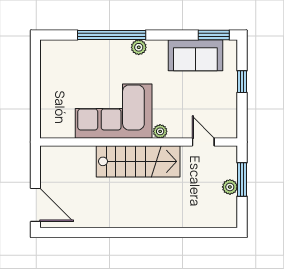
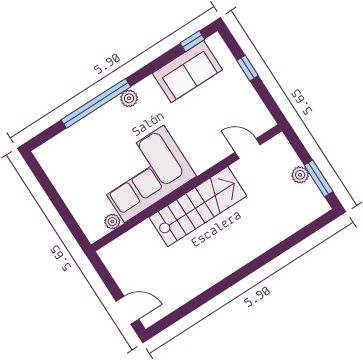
window: (214, 35) -> (192, 41), width x0.67
plant: (160, 131) -> (112, 222), moved
window: (242, 180) -> (319, 178), moved
door: (35, 205) -> (127, 310), width x0.73

